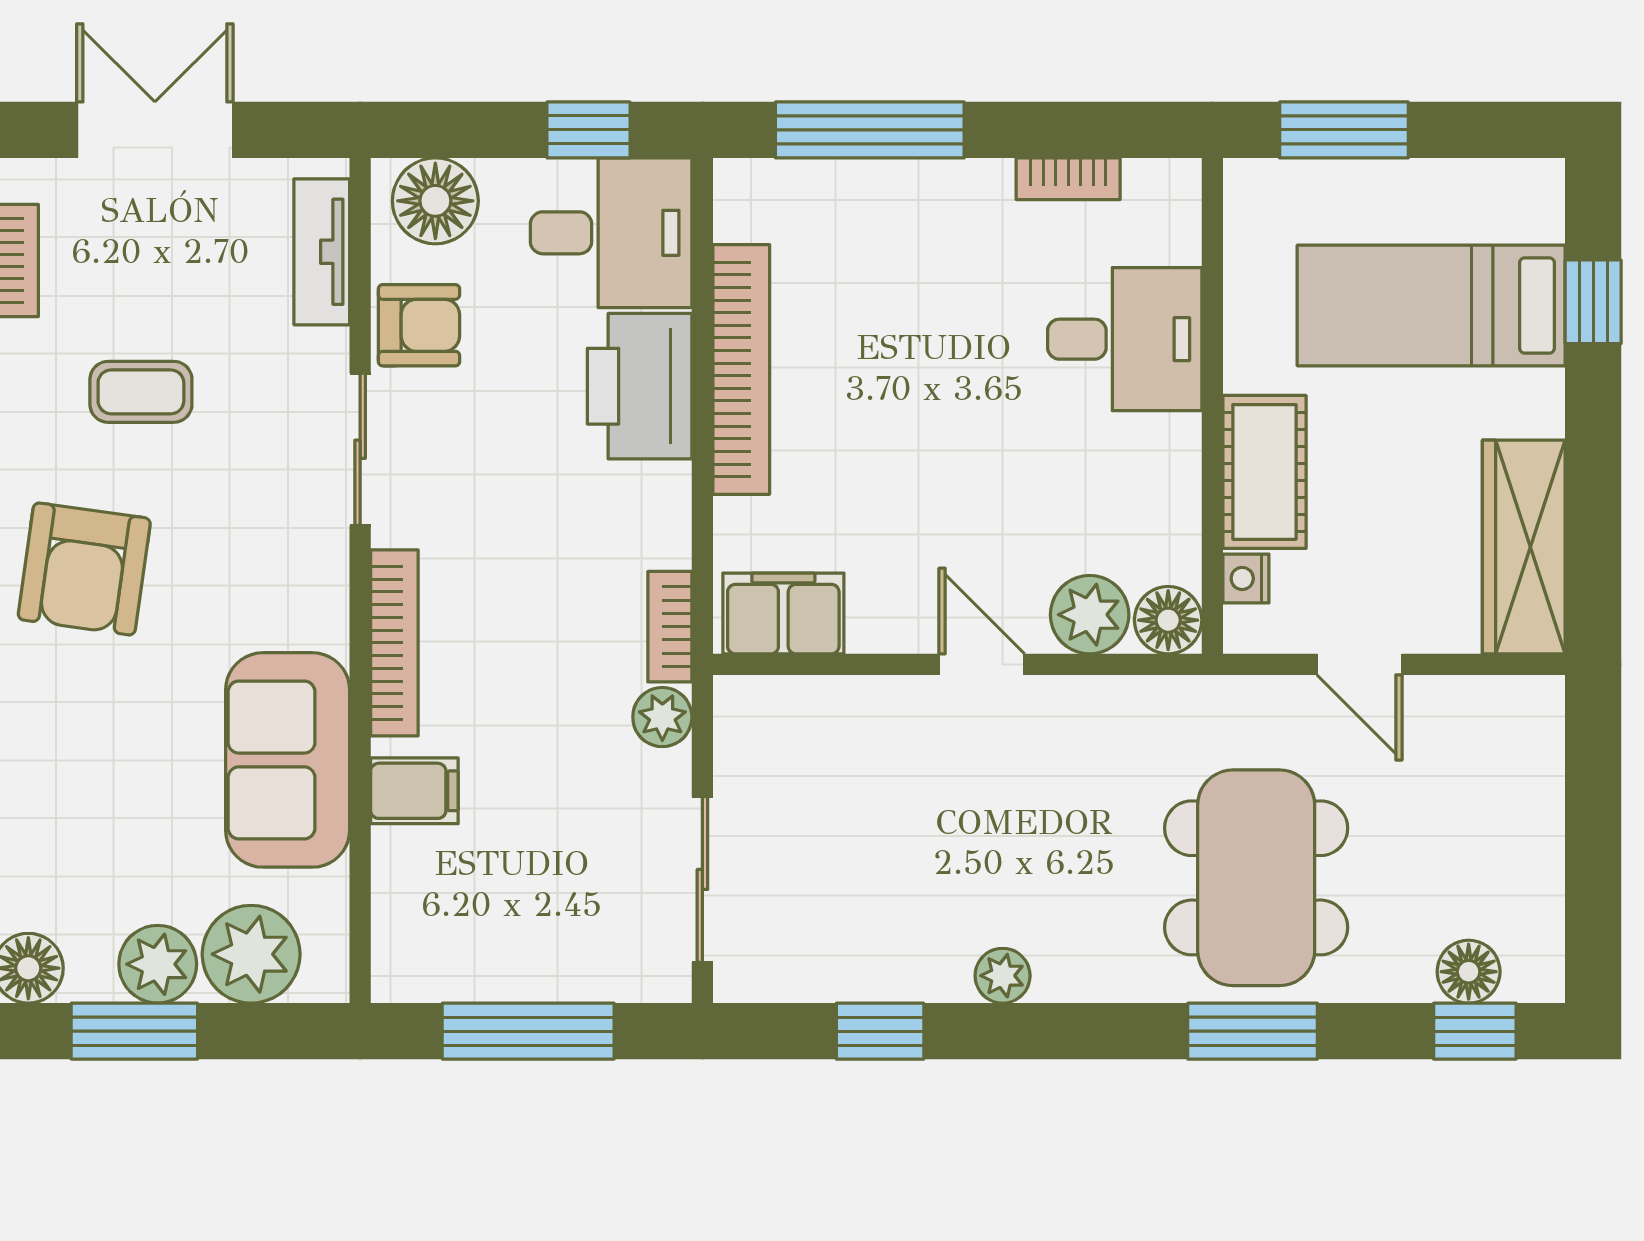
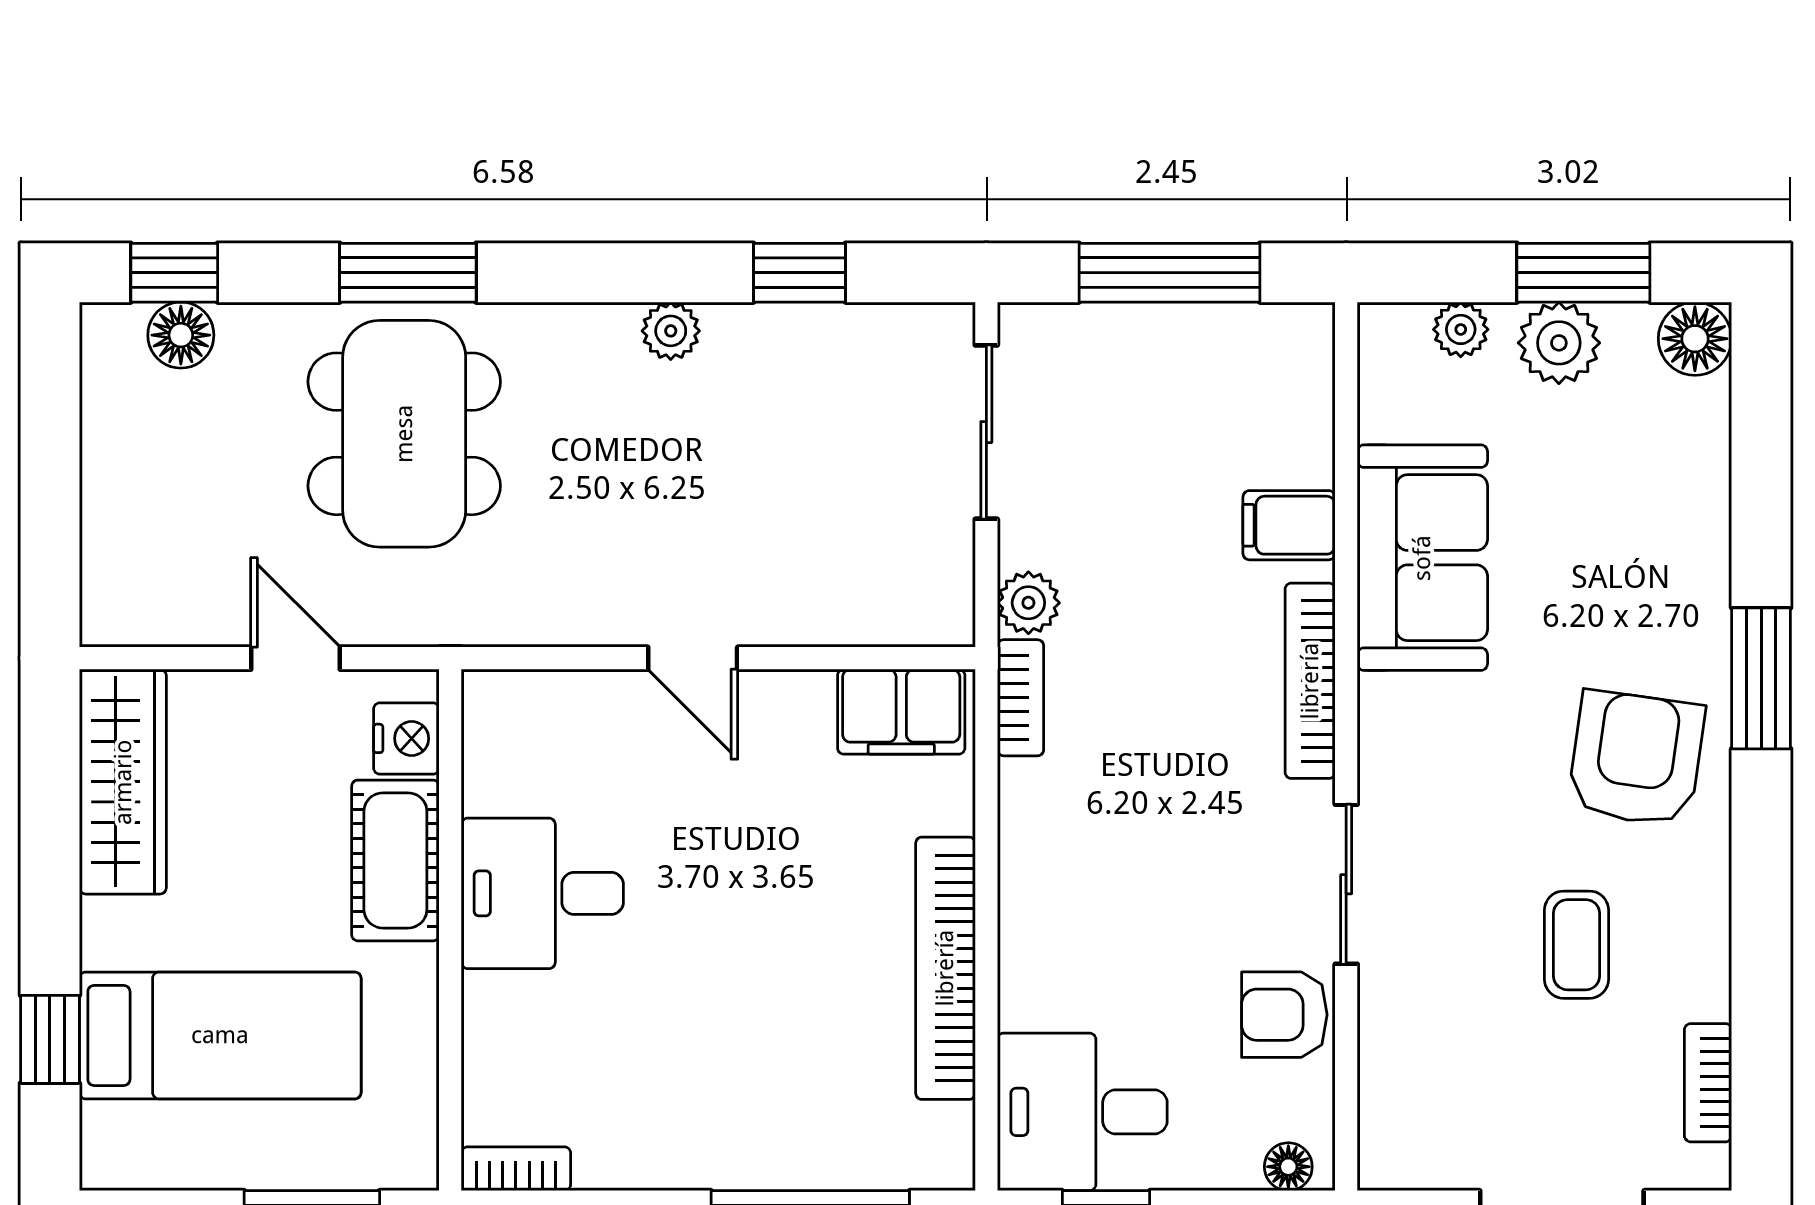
bookcase: (1068, 179) -> (516, 1169), moved
floor lamp: (435, 201) -> (1288, 1167), width x0.53, depth x0.53
tv unit: (322, 252) -> (1386, 1092), removed
desk: (1125, 339) -> (542, 893), moved
printer: (640, 386) -> (1052, 951), removed
coffee table: (141, 392) -> (1577, 945), turned 90
nightstand: (1246, 578) -> (406, 738), width x1.39, depth x1.35
plant: (1090, 615) -> (579, 710), removed
floor lamp: (1168, 620) -> (497, 705), removed
plant: (251, 954) -> (1461, 329), width x0.53, depth x0.53

